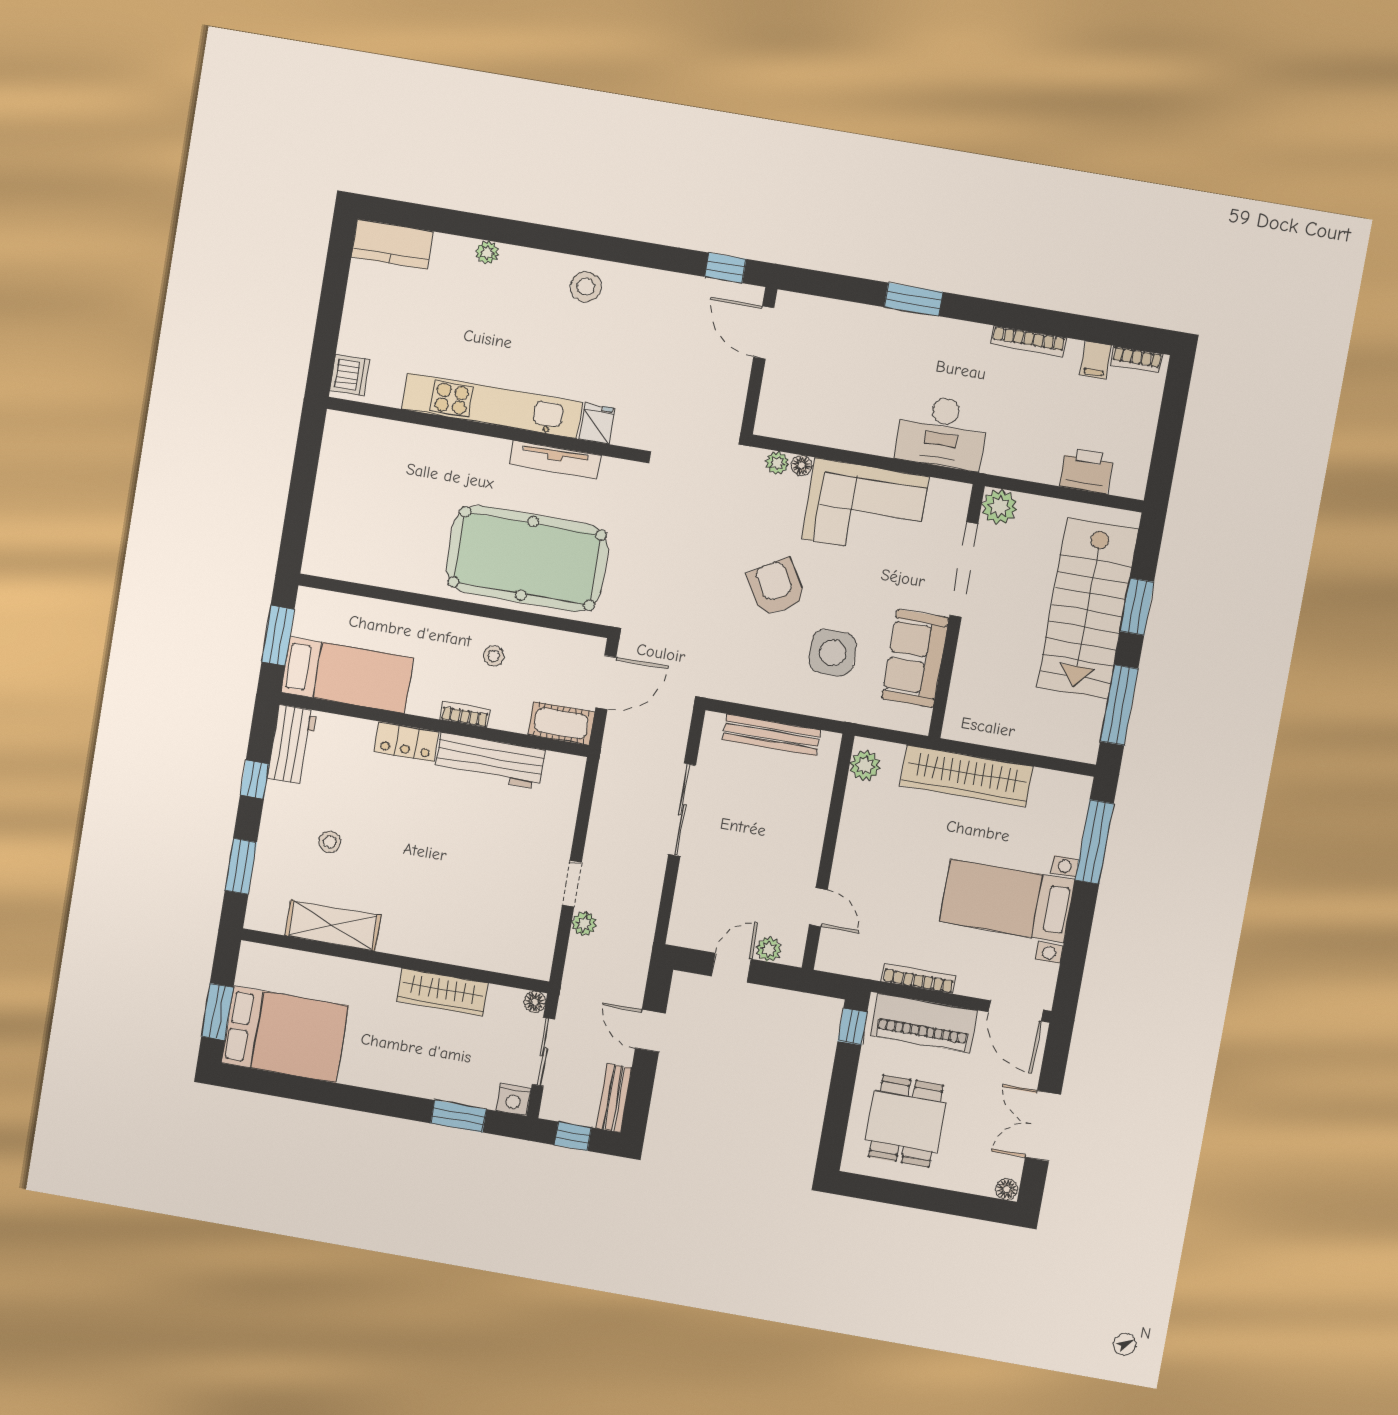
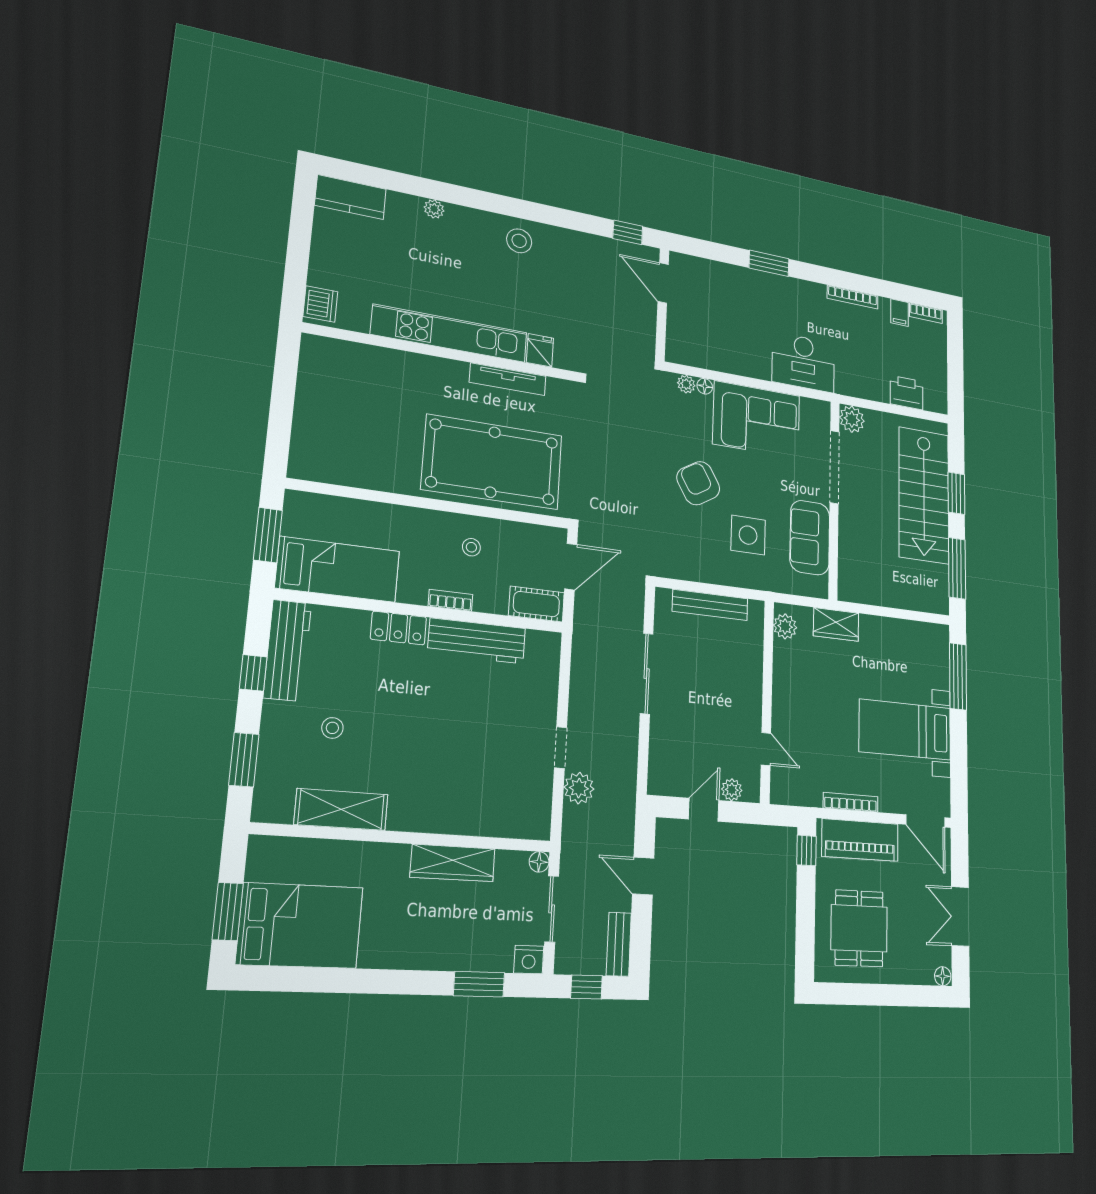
workbench: (292, 745) -> (287, 650), width x1.38
wardrobe: (966, 776) -> (836, 624), width x0.48, depth x0.85
plant: (584, 924) -> (579, 788), width x1.38, depth x1.38

